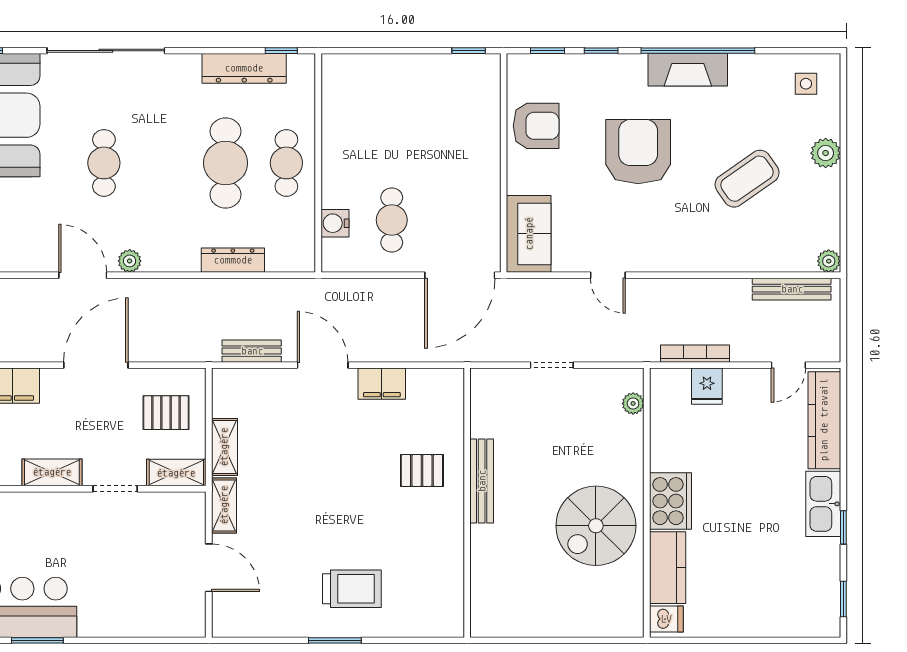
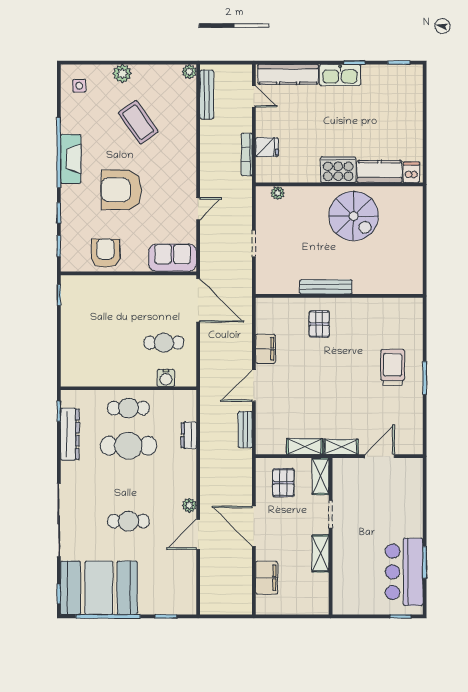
dresser: (233, 260) -> (189, 435), width x0.70

